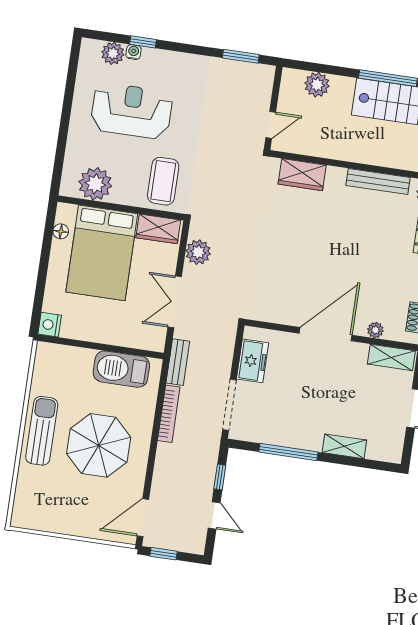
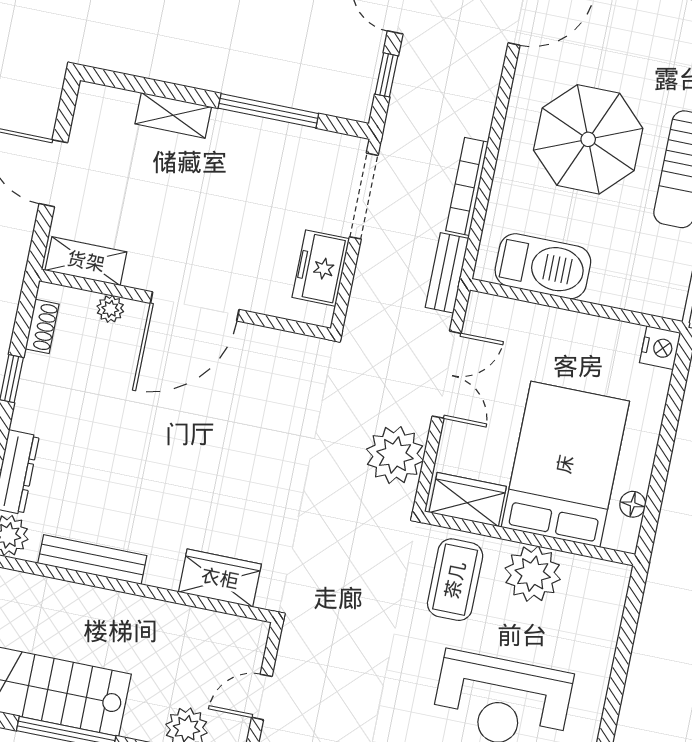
door: (271, 125) -> (262, 697), moved
plant: (95, 184) -> (533, 574), moved
plant: (198, 252) -> (395, 455), width x1.36, depth x1.36

